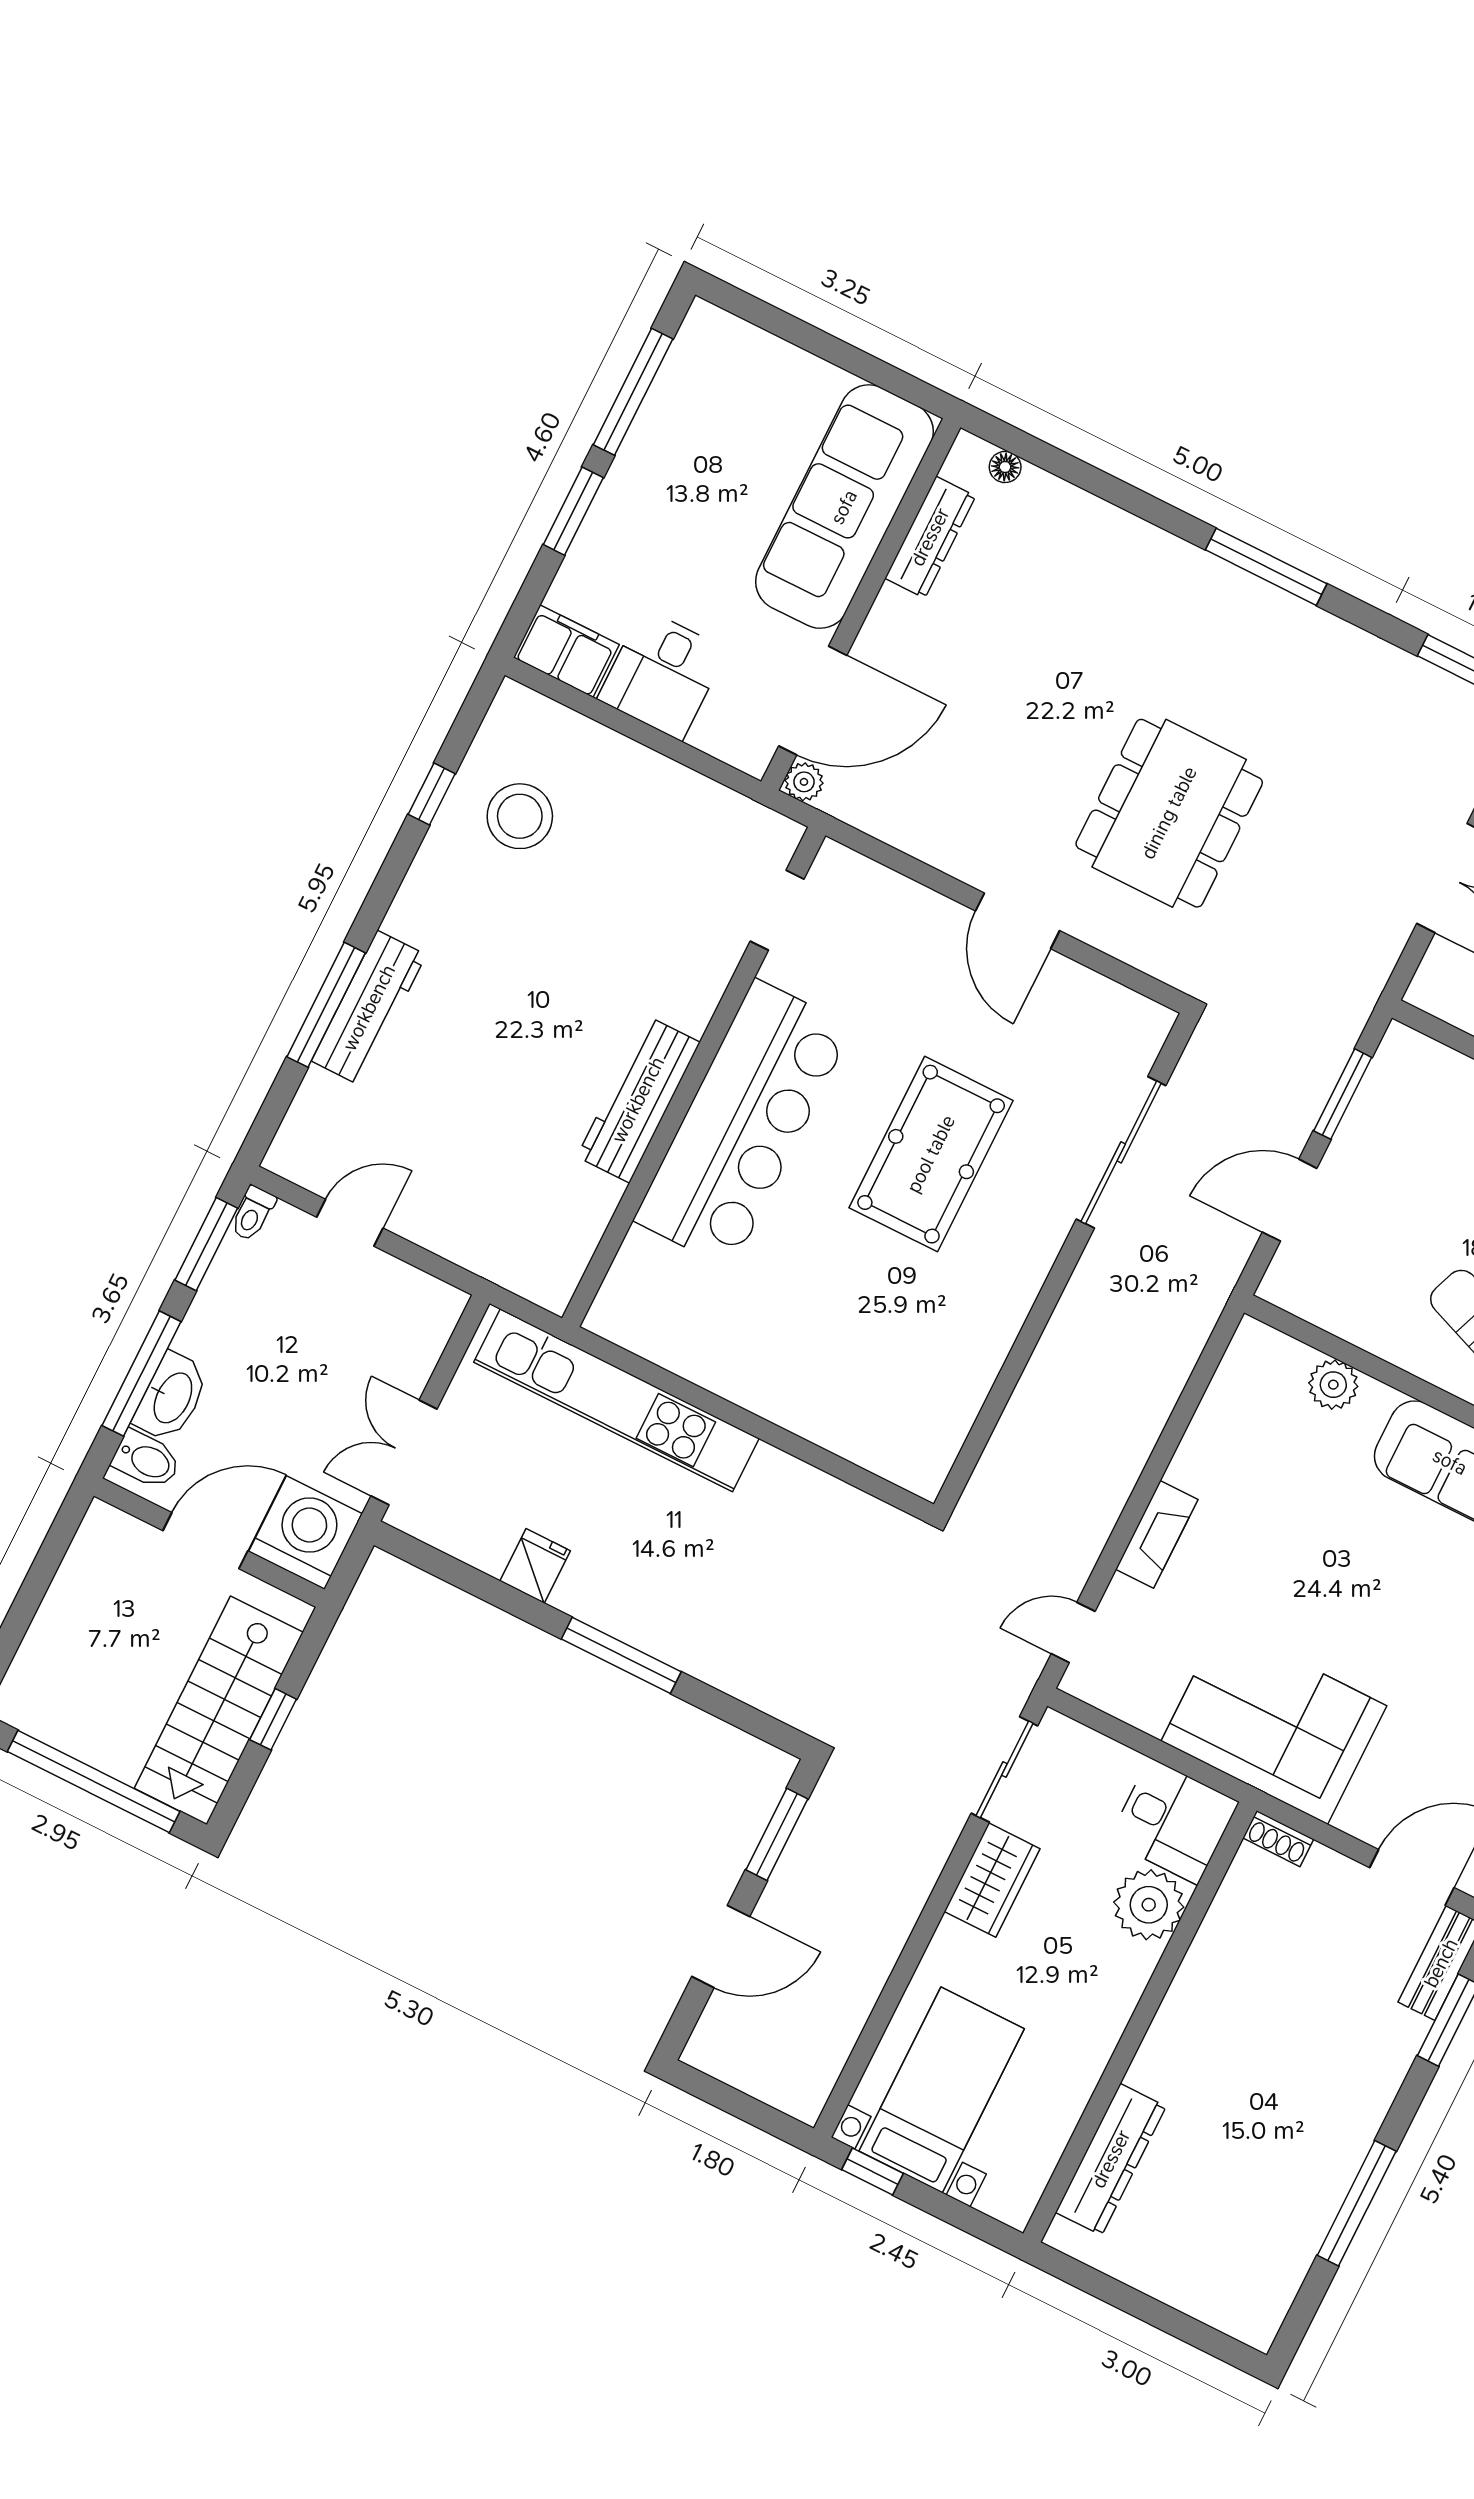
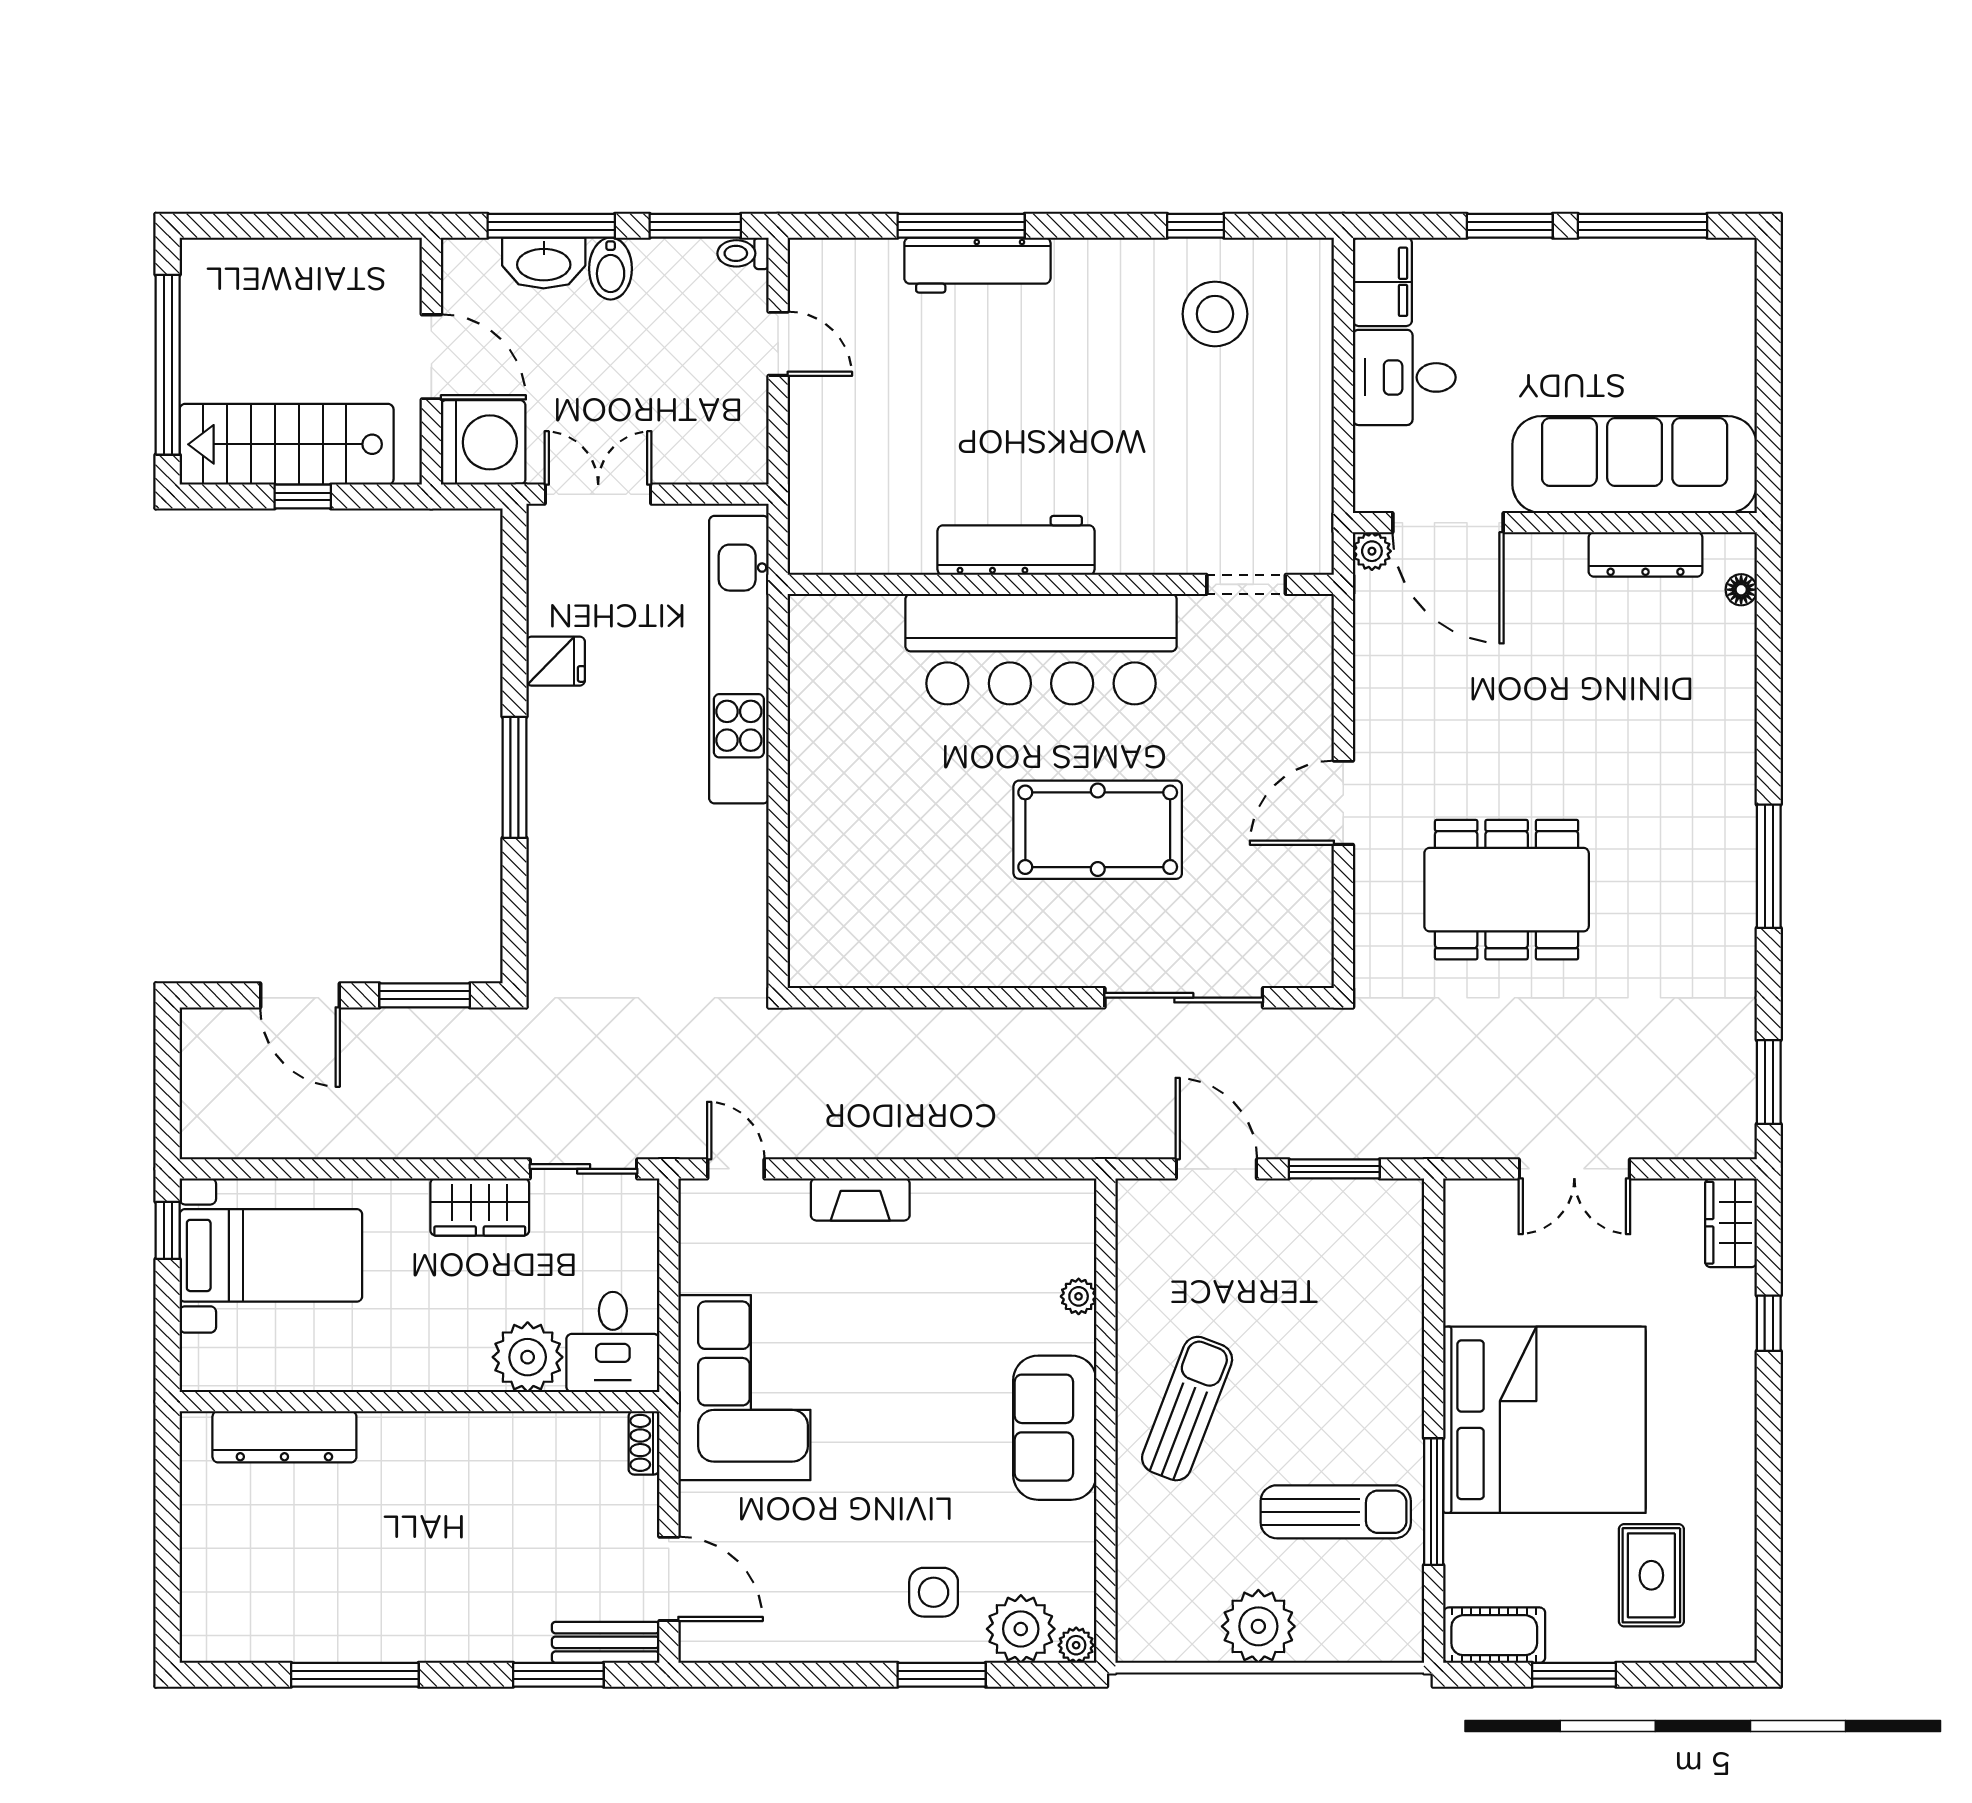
plant: (1333, 1385) -> (1079, 1296), width x0.73, depth x0.73
bidet: (146, 1460) -> (611, 269), moved

